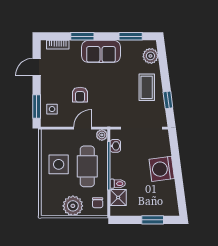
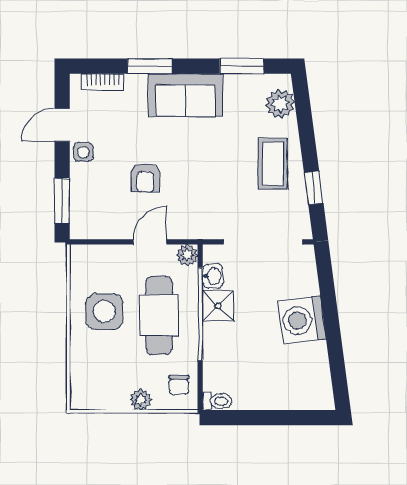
side table: (52, 109) -> (83, 152), moved
toilet: (118, 184) -> (217, 401), moved
shower: (118, 197) -> (218, 306), moved
plant: (73, 206) -> (141, 400), width x0.53, depth x0.53
window: (153, 220) -> (284, 418), removed

